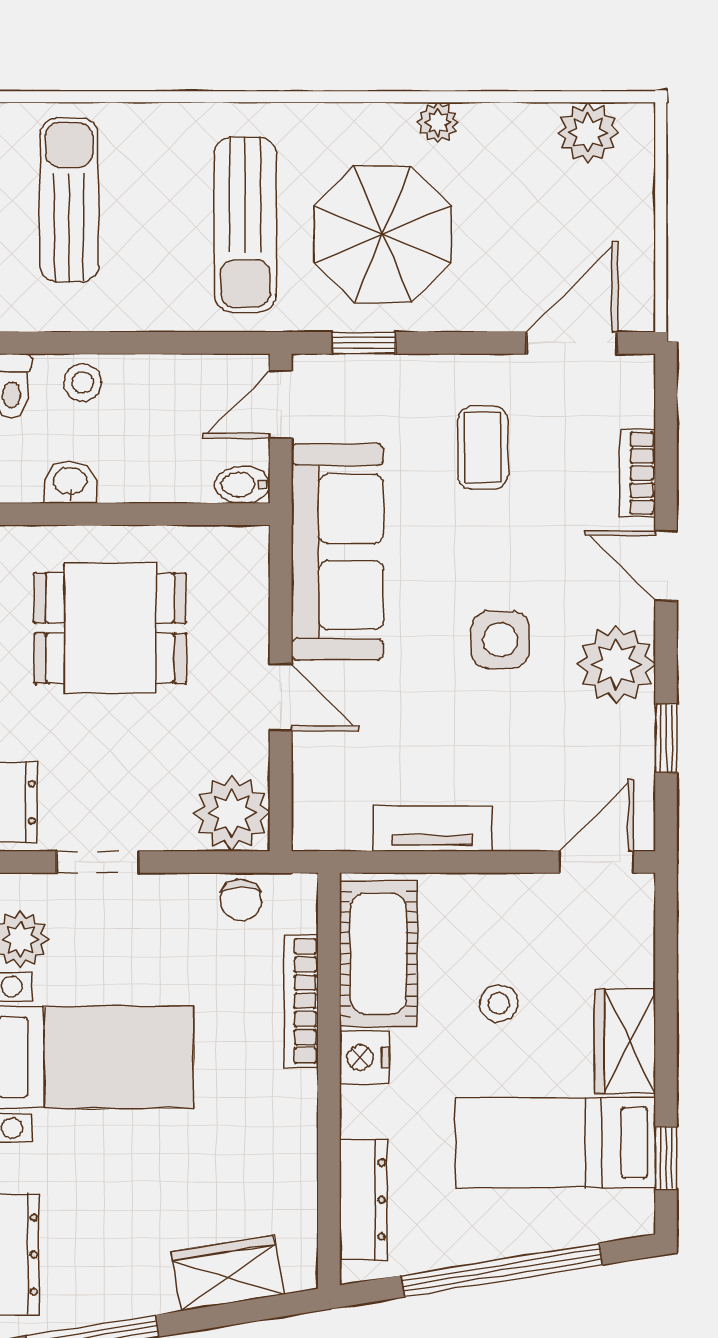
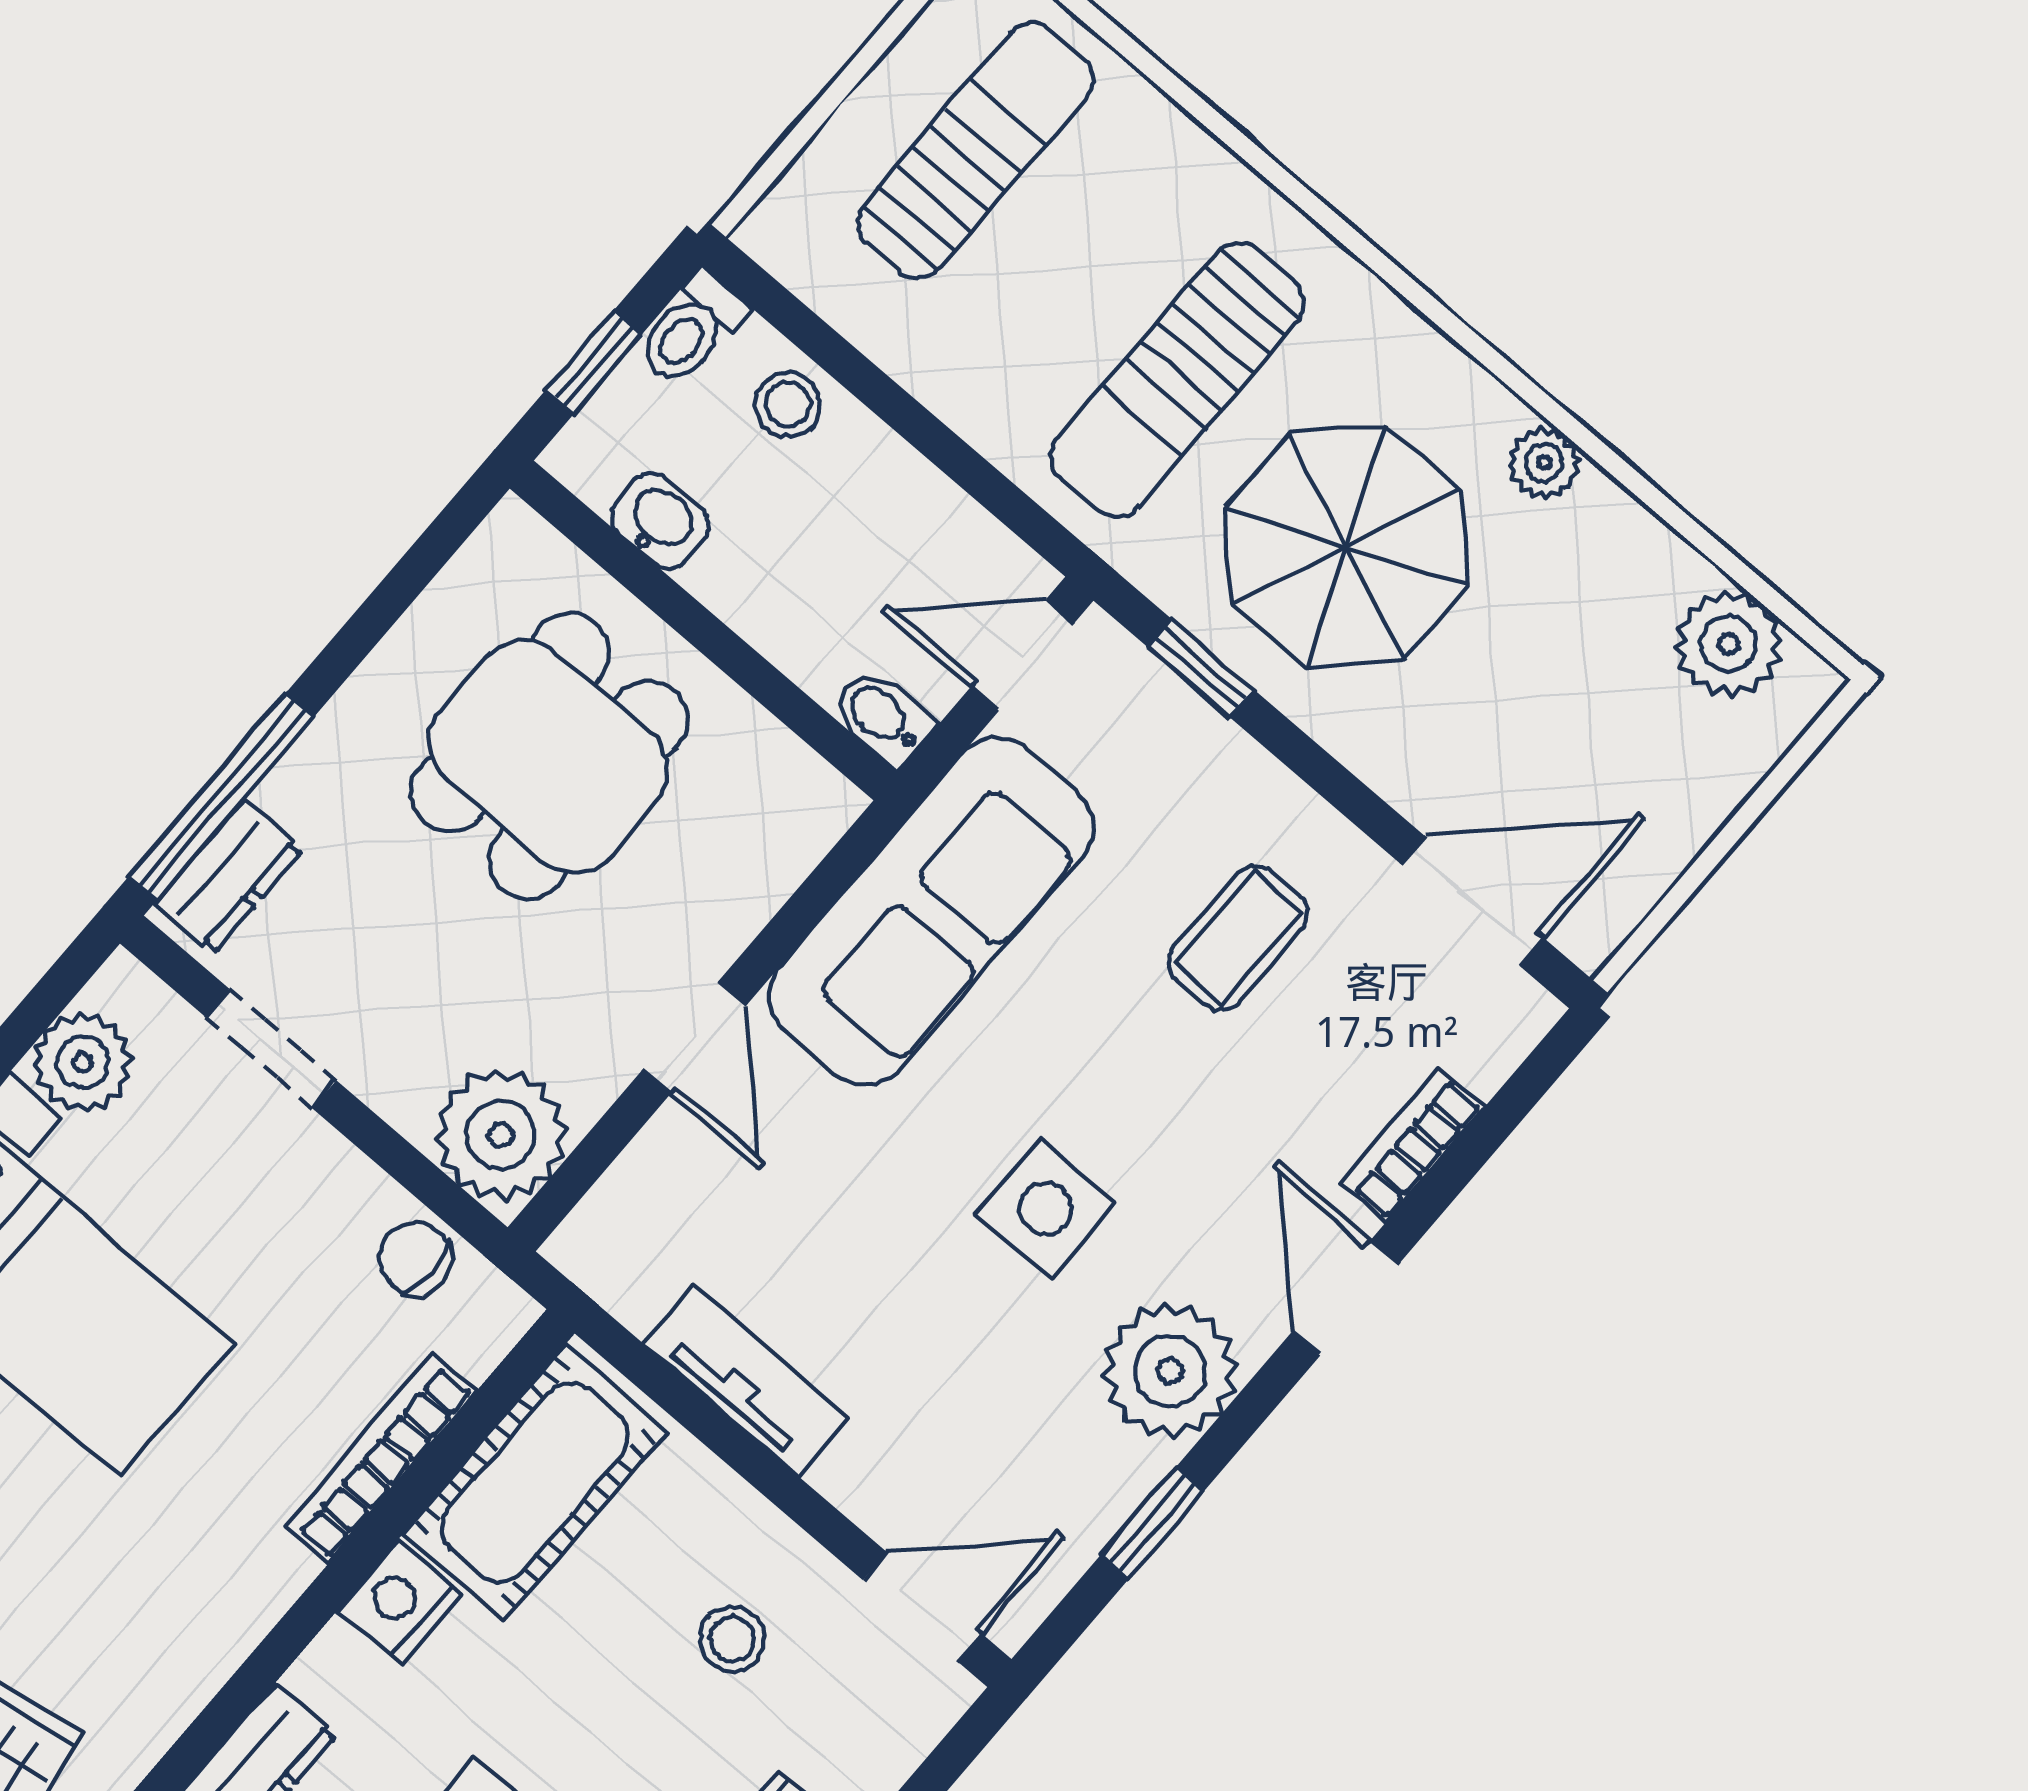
dining table: (110, 628) -> (549, 756), turned 90
chair: (241, 900) -> (415, 1258), turned 90
stool: (499, 1003) -> (732, 1639), moved

